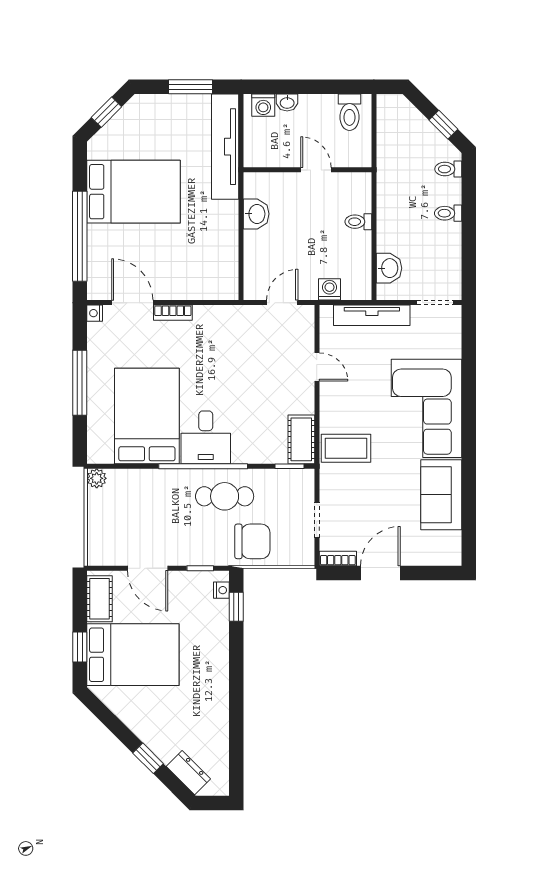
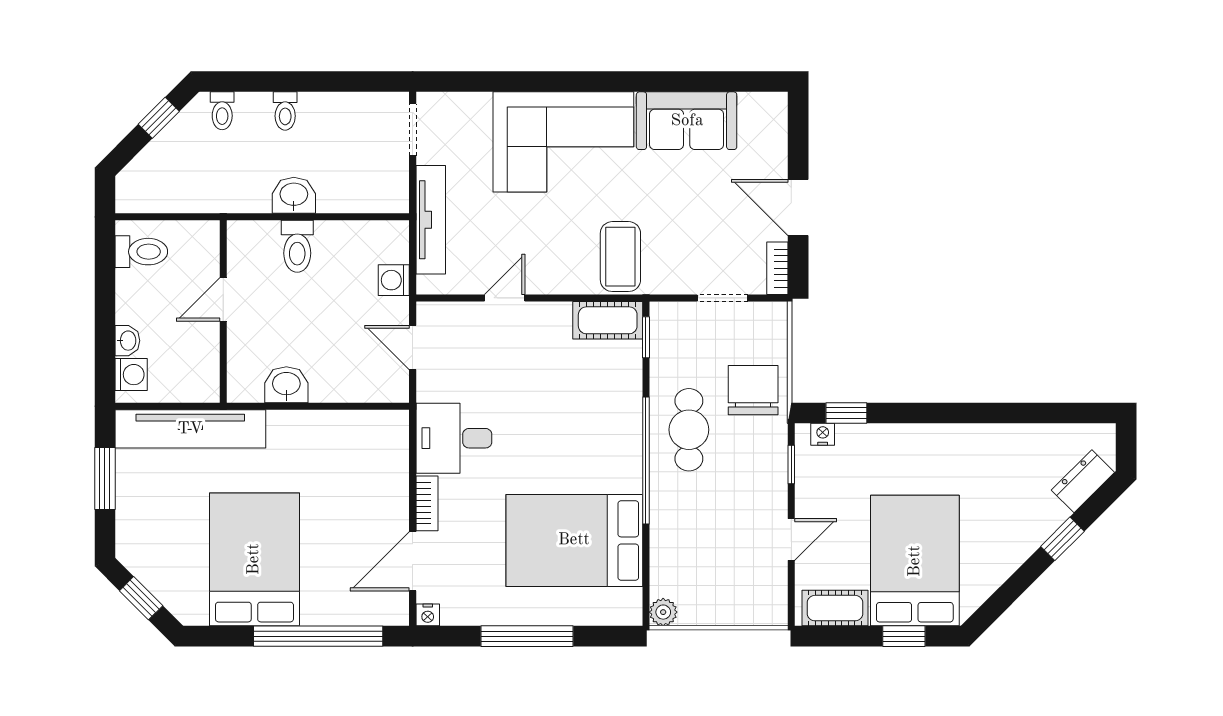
toilet: (358, 222) -> (297, 246), width x1.37, depth x1.39
washbasin: (389, 268) -> (294, 195), moved
desk: (206, 437) -> (454, 438), moved, turned 180
door: (148, 568) -> (791, 539), width x0.73

